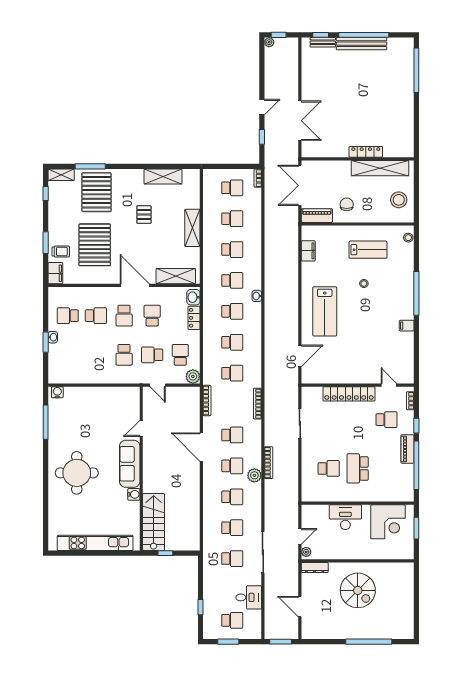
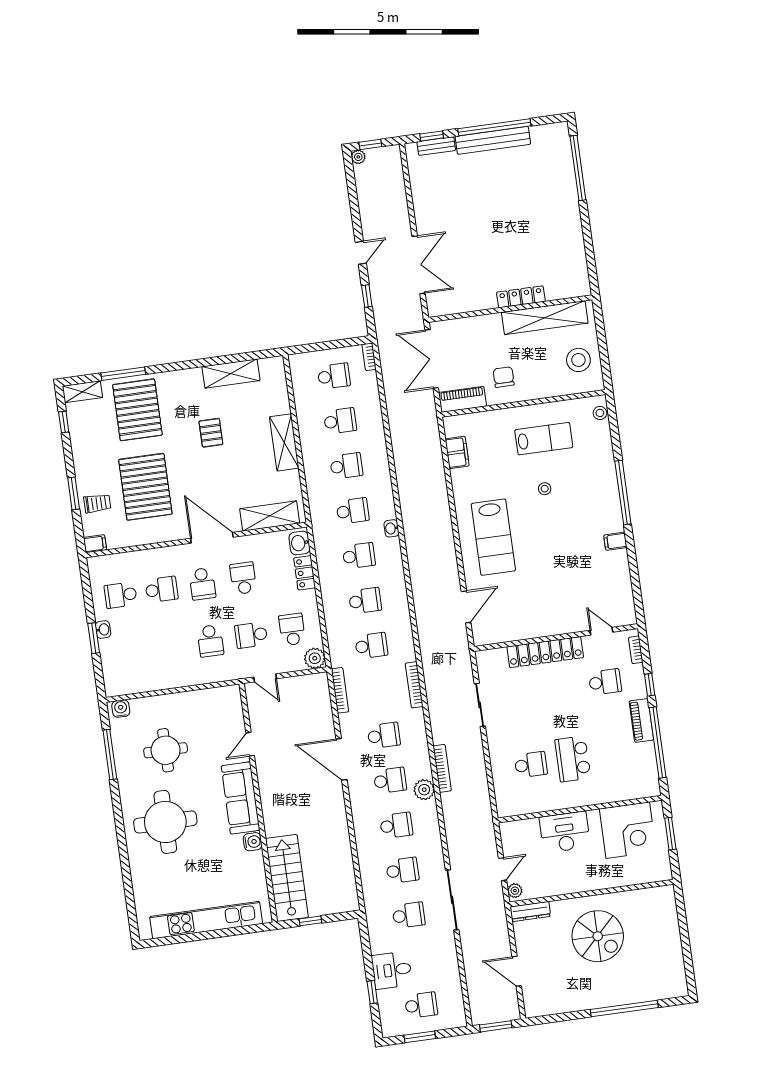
filing cabinet: (55, 273) -> (95, 544), width x0.50
round table: (84, 425) -> (166, 750), added
desk: (249, 597) -> (392, 970), moved, turned 180

